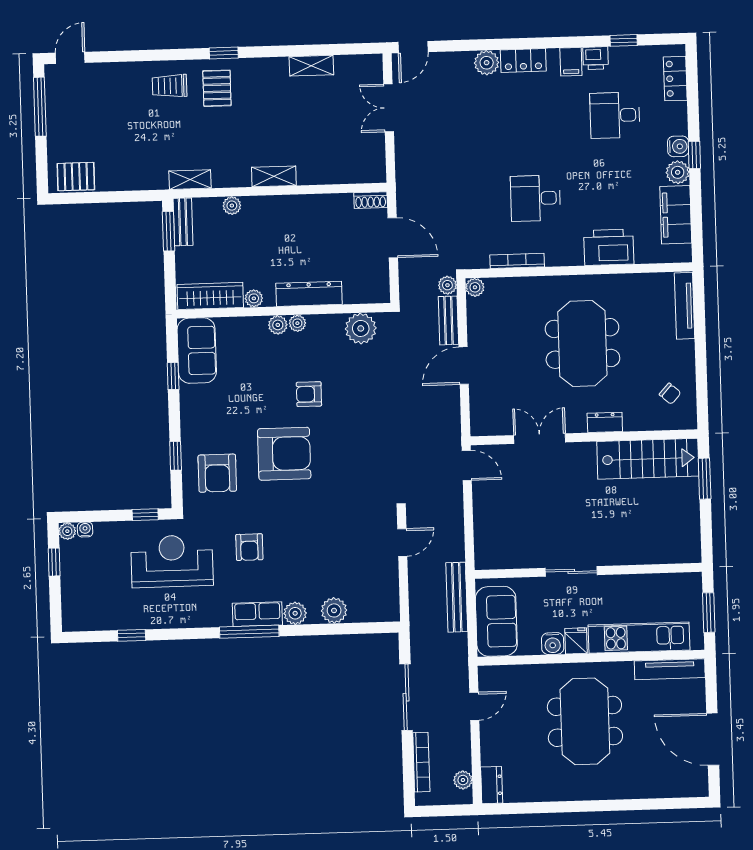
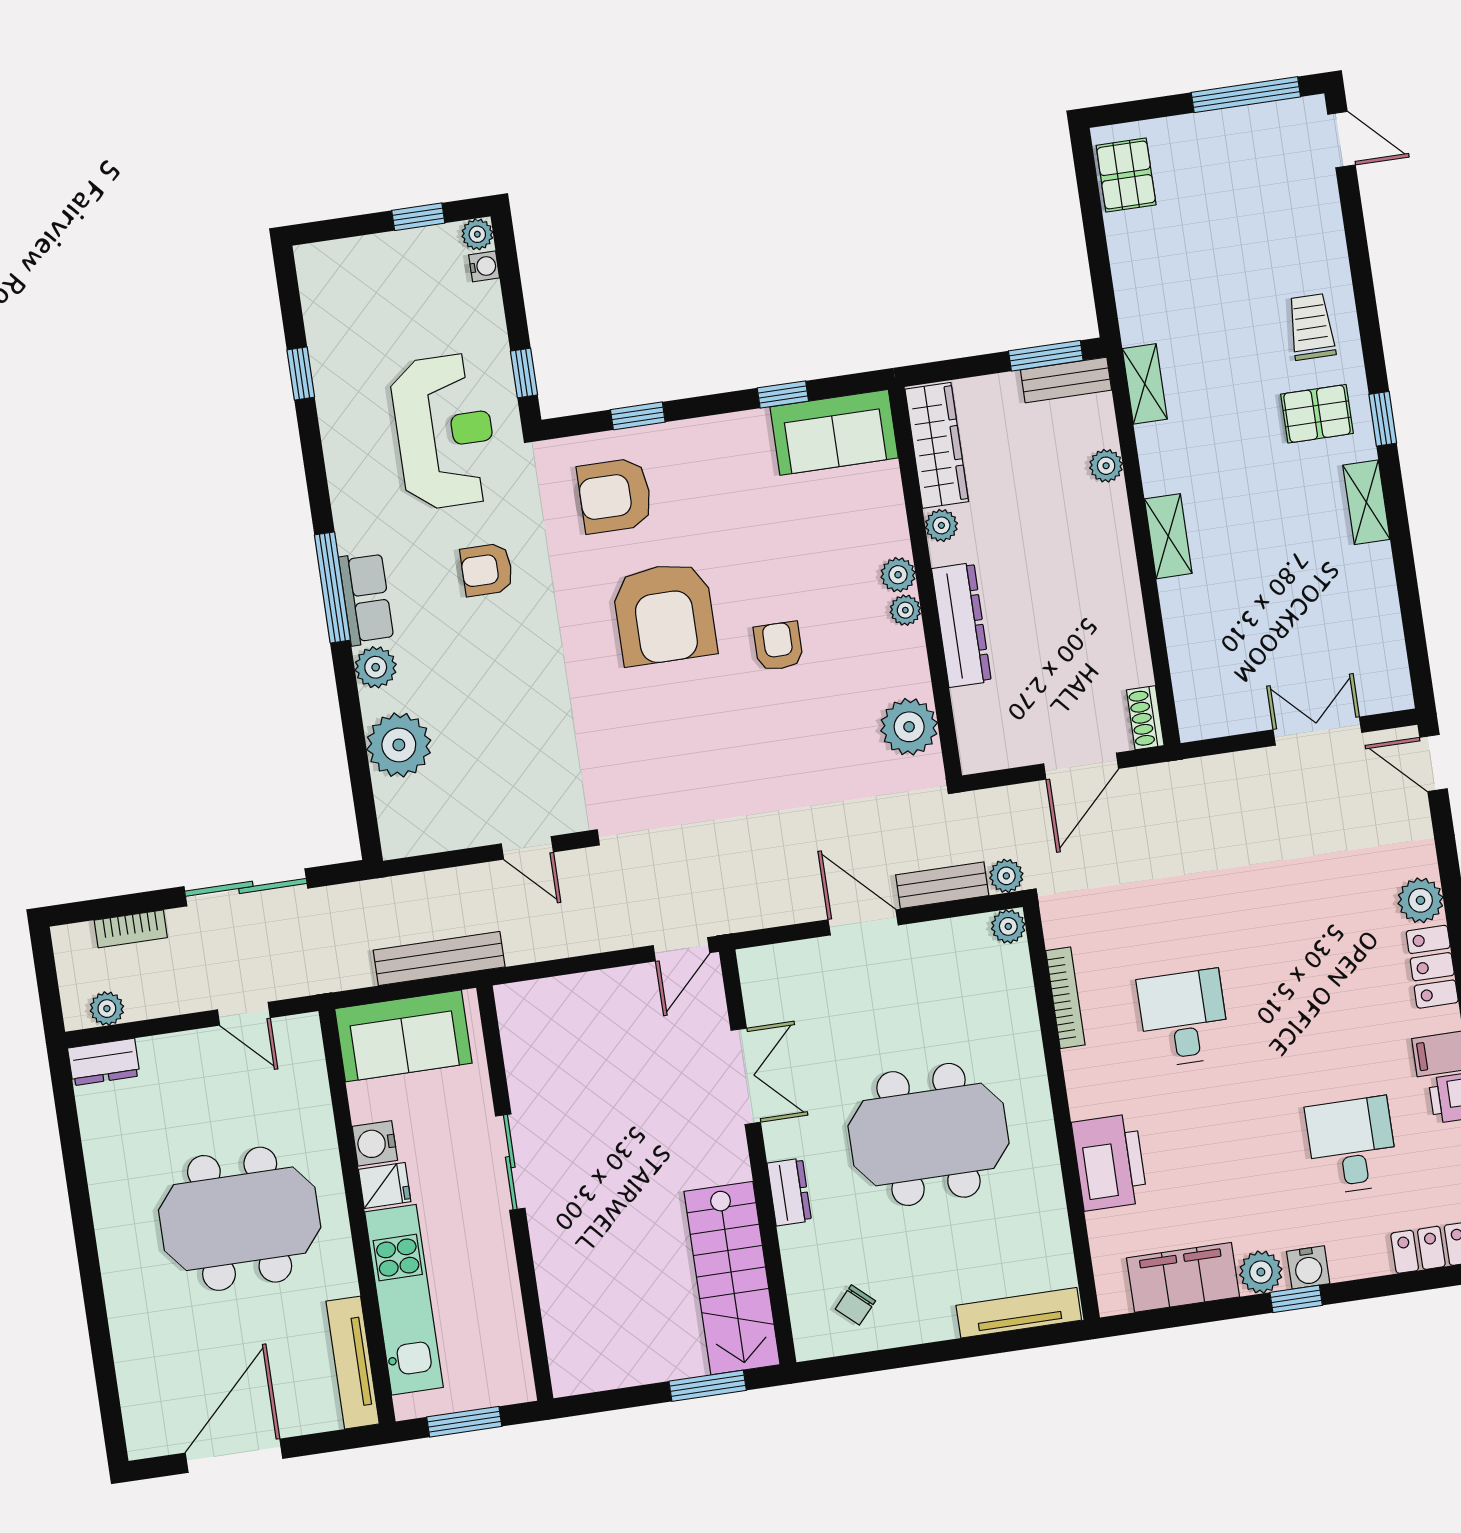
shelving: (311, 66) -> (1366, 502), moved
plant: (334, 610) -> (399, 745), width x1.36, depth x1.36
bookcase: (421, 762) -> (131, 929), width x0.64

